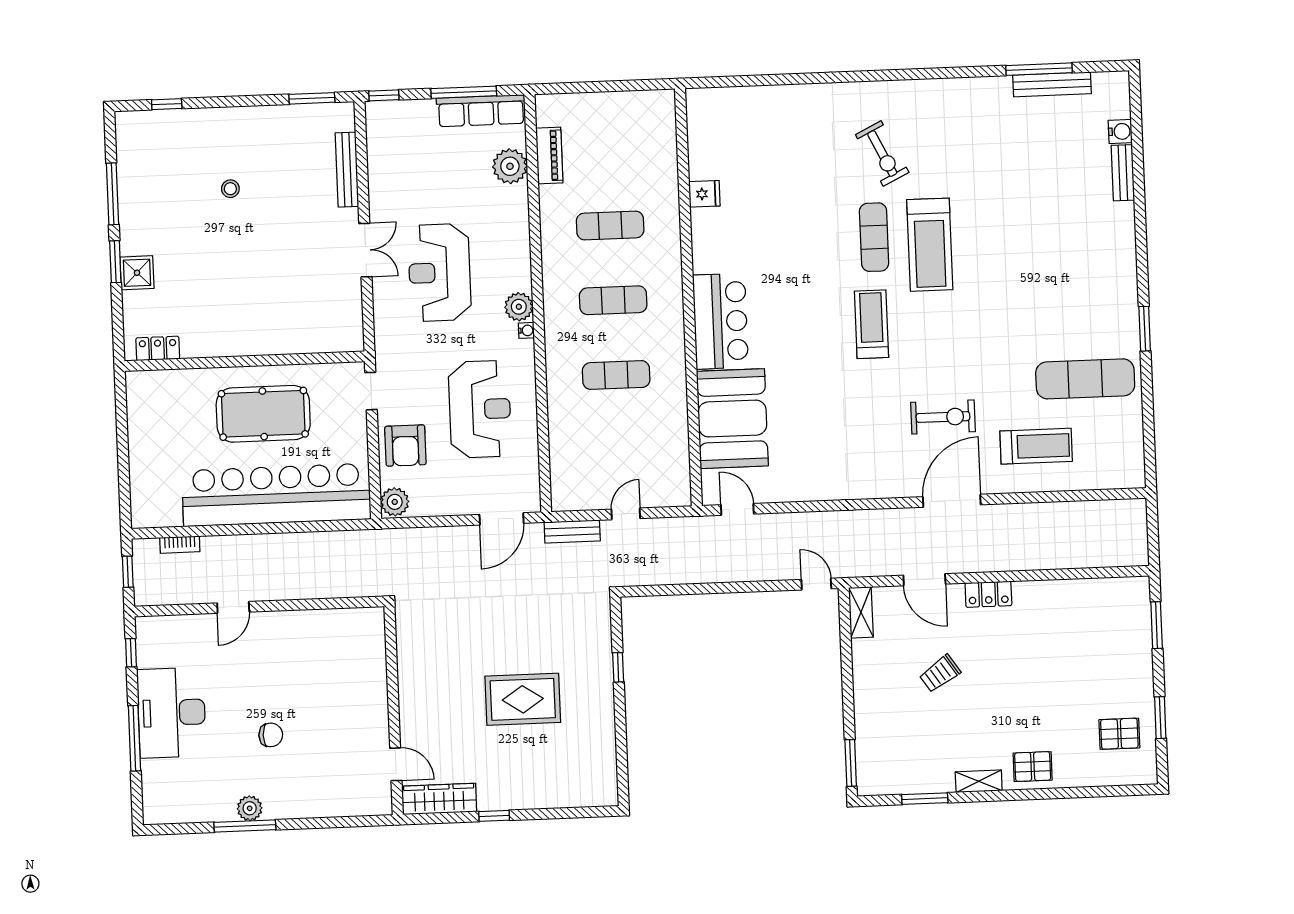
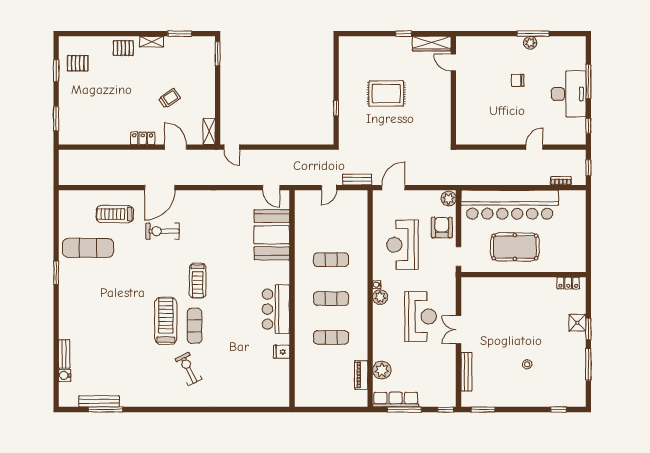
bar counter: (720, 321) -> (276, 309), moved

